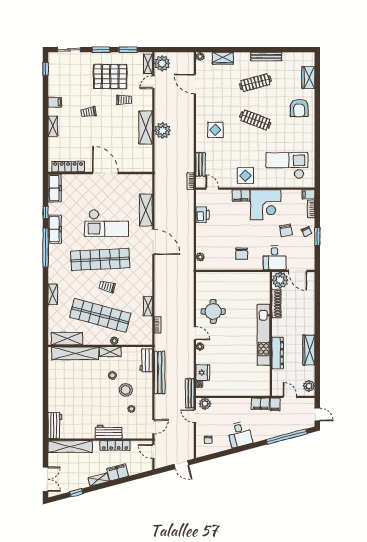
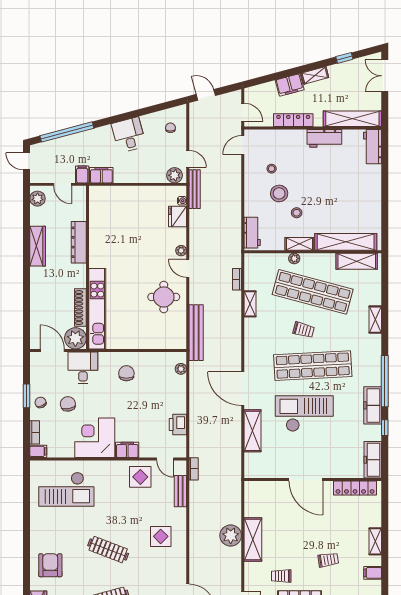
display table: (245, 176) -> (140, 477), moved
kitchen unit: (264, 335) -> (97, 309), moved
bench: (160, 373) -> (196, 333), moved
workbench: (109, 432) -> (324, 138), moved

